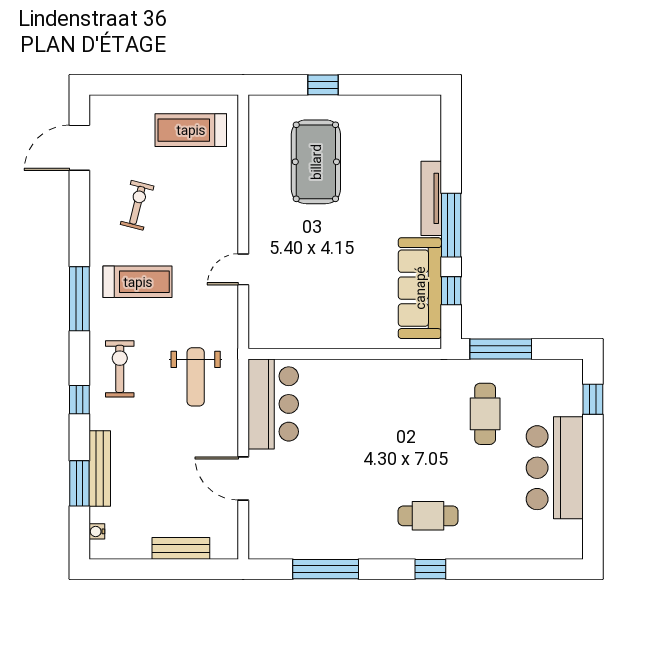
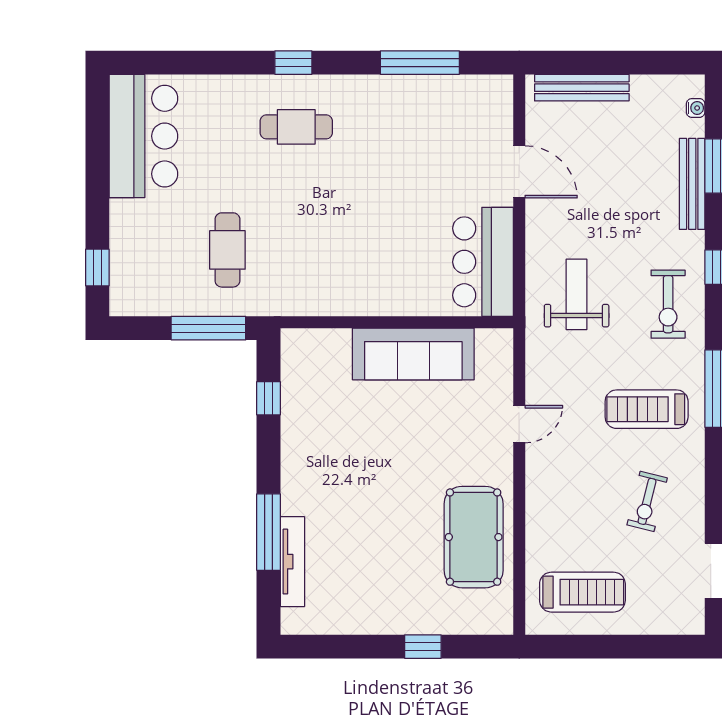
pool table: (316, 162) -> (474, 537), moved
tv unit: (431, 198) -> (292, 562), moved
window: (451, 225) -> (268, 532), moved
sofa: (420, 288) -> (413, 354), moved, turned 90
bar counter: (555, 468) -> (143, 136), moved
bench: (181, 548) -> (582, 88), width x1.36

